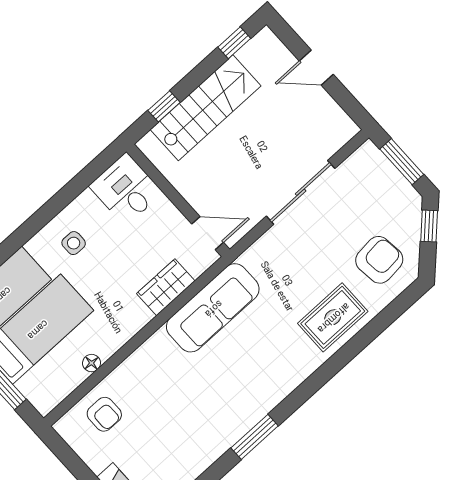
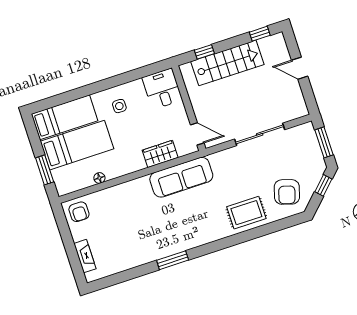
armchair: (379, 260) -> (287, 192), turned 113
armchair: (104, 414) -> (79, 212), moved

